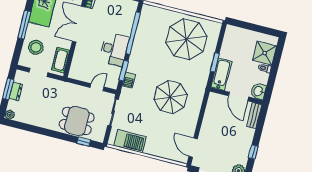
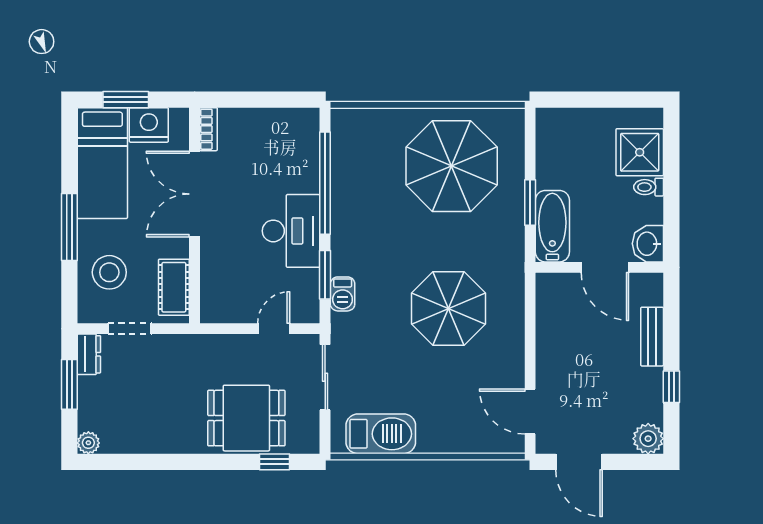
dresser: (16, 91) -> (89, 354), moved
bench: (254, 115) -> (652, 337), moved

